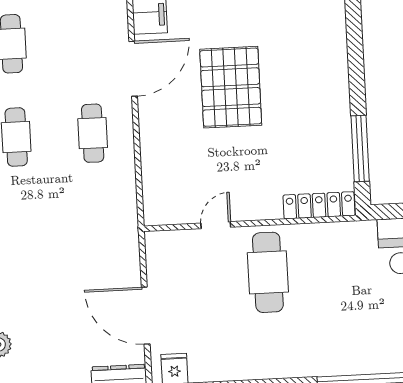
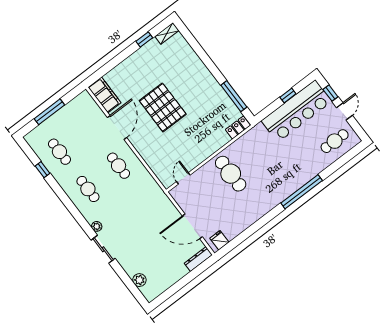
locker: (319, 205) -> (238, 127), width x0.66
door: (216, 225) -> (183, 178), moved

